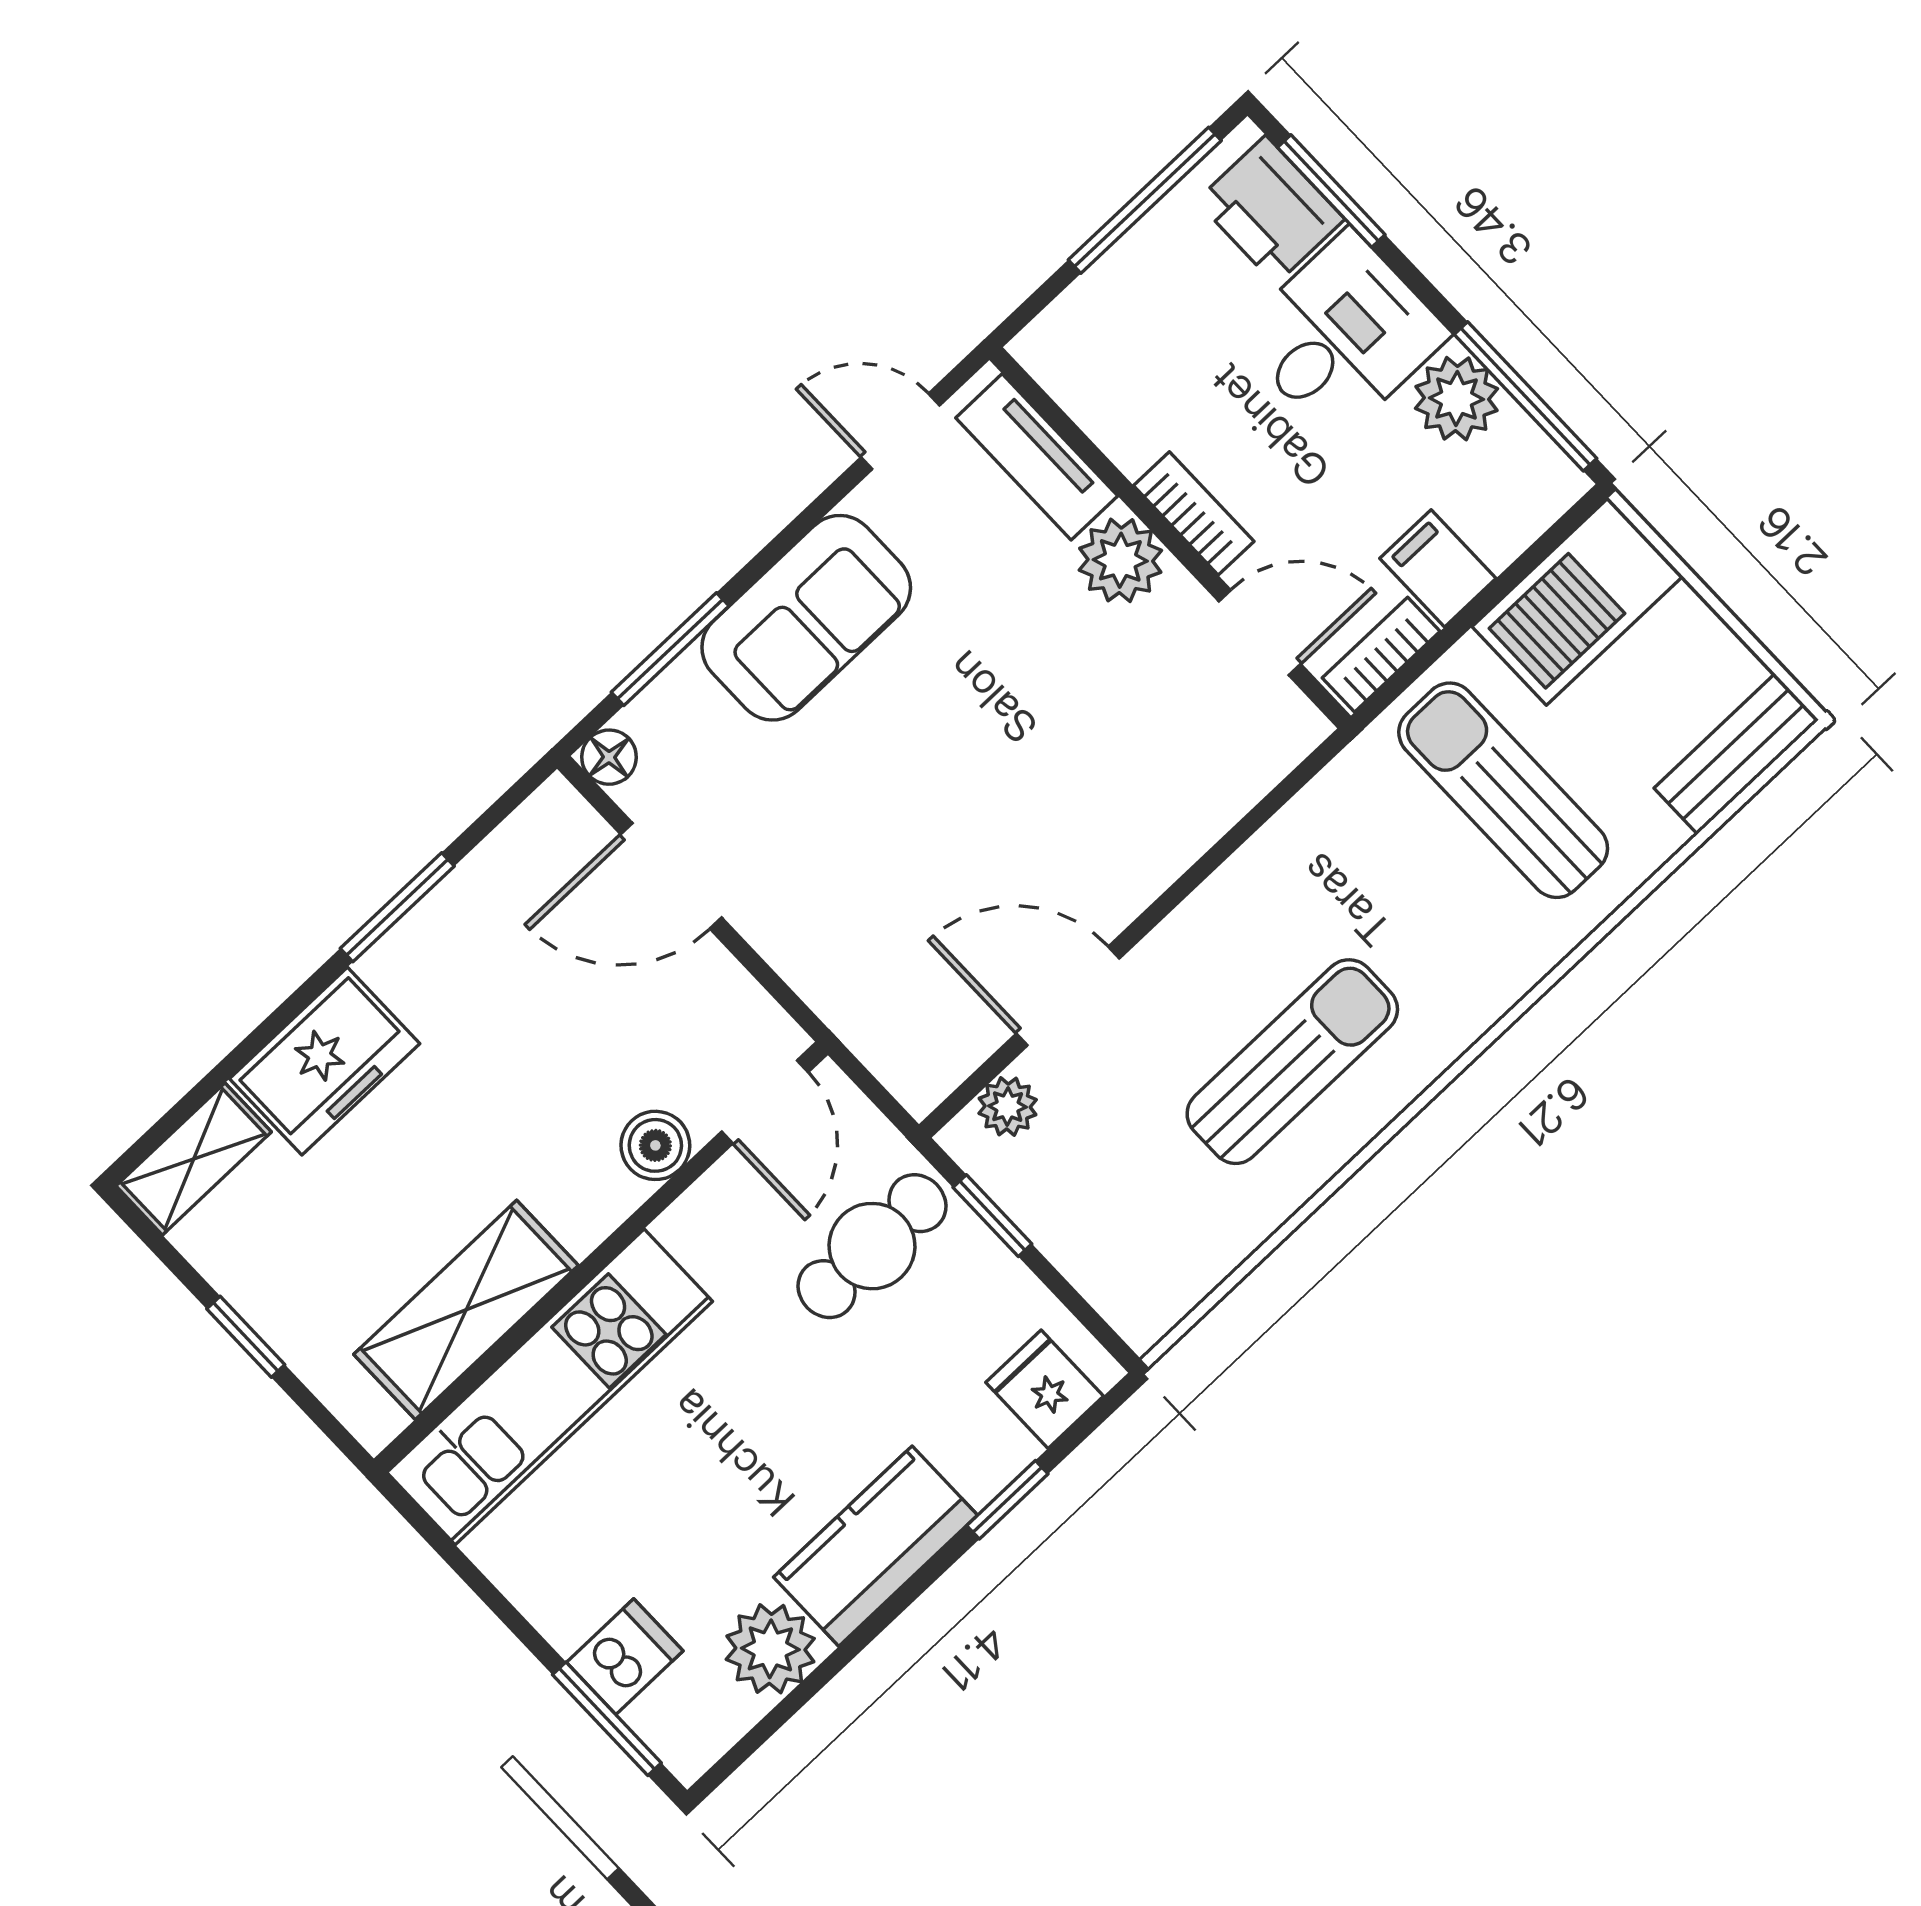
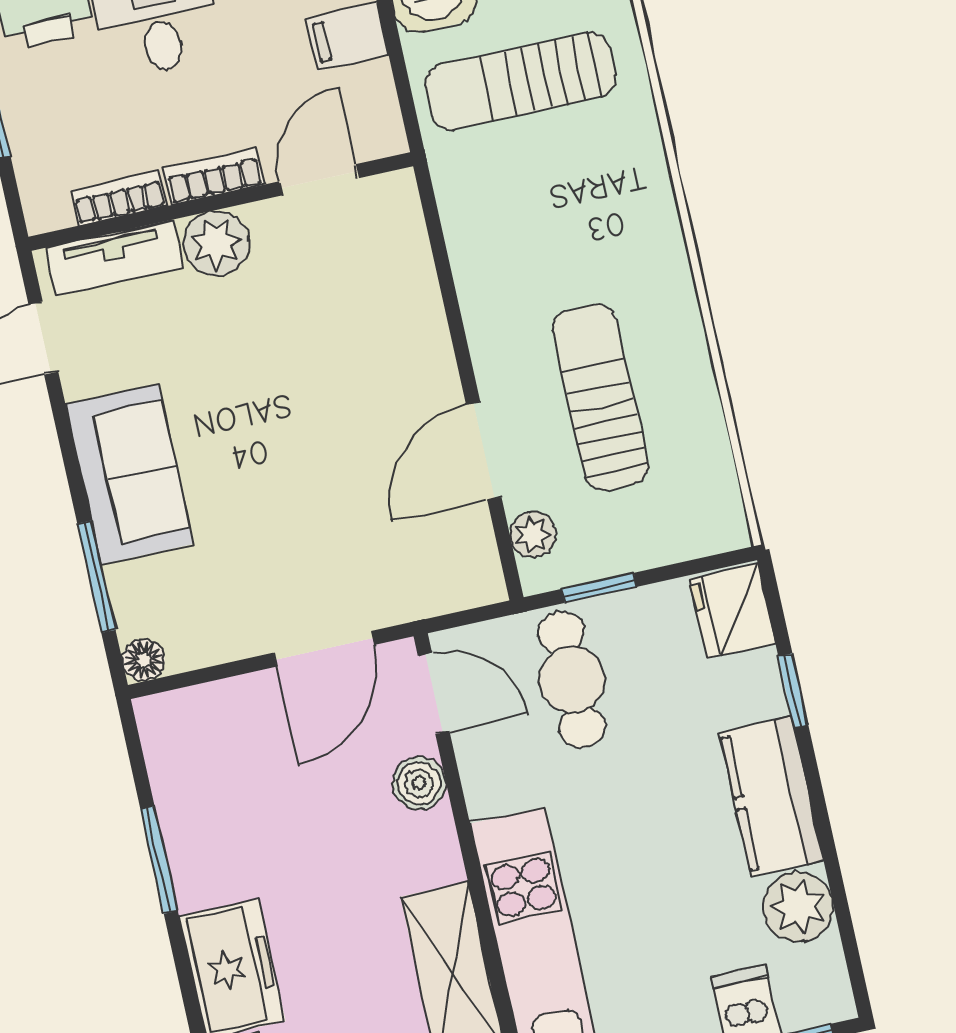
bookcase: (1381, 655) -> (119, 198), moved, turned 90
door: (671, 876) -> (324, 649), moved
sun lounger: (1292, 1062) -> (600, 397), moved
fridge: (1045, 1389) -> (732, 611), width x1.38

